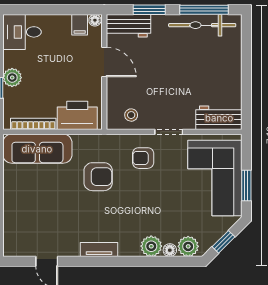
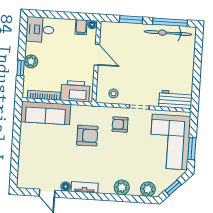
workbench: (129, 26) -> (116, 30), removed
floor lamp: (170, 250) -> (66, 187), moved

